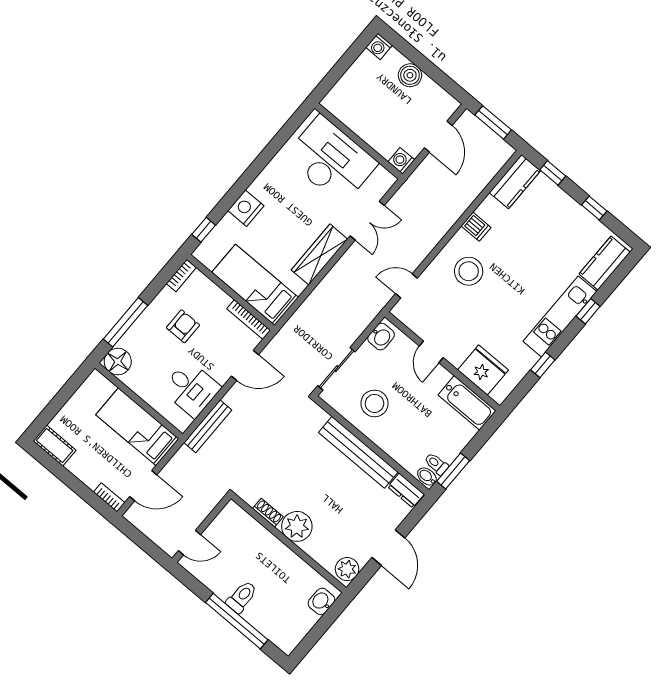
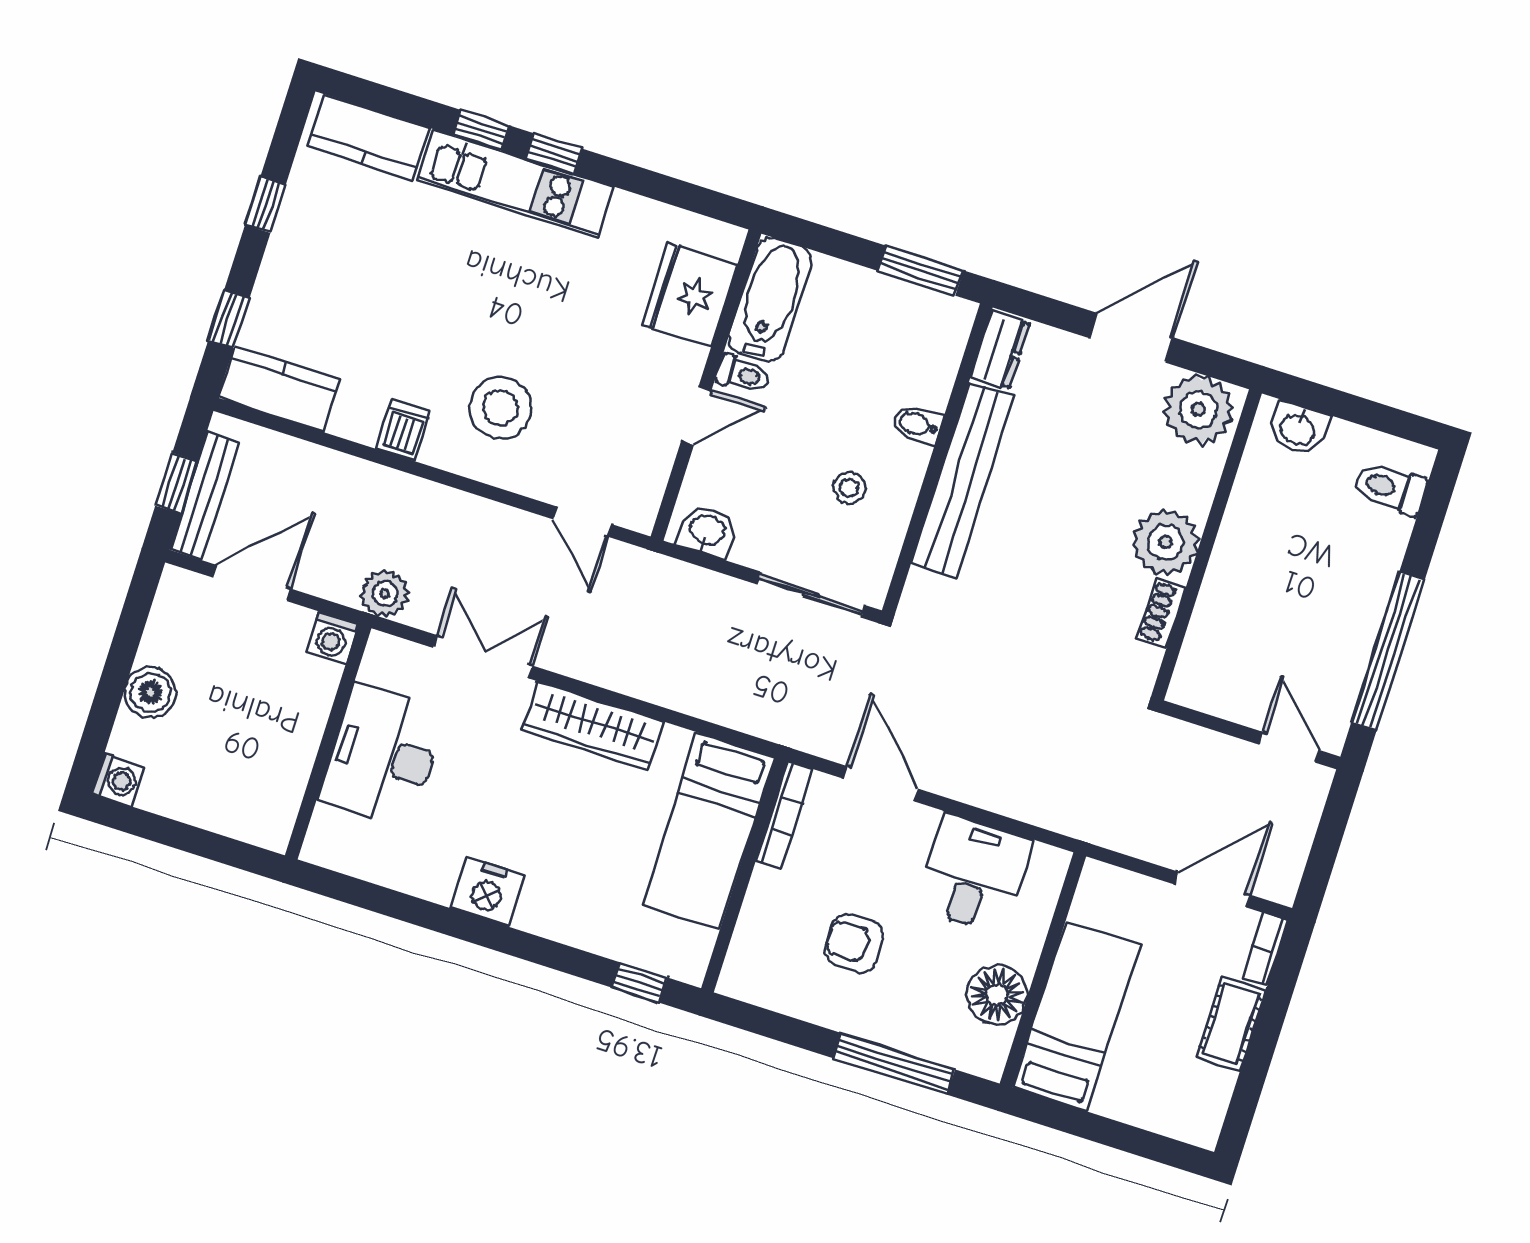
window: (493, 122) -> (176, 483), width x0.67
desk: (331, 160) -> (383, 755), width x0.73, depth x0.77
plant: (411, 191) -> (385, 594), added
nightstand: (246, 208) -> (488, 892), moved
bookcase: (181, 275) -> (752, 990), removed
floor lamp: (118, 362) -> (997, 995), moved
window: (543, 365) -> (554, 153), moved
stool: (374, 403) -> (849, 488), width x0.53, depth x0.53
bench: (208, 426) -> (205, 496), moved, turned 90
bed: (137, 427) -> (1076, 1016), moved, turned 180
cot: (55, 446) -> (1231, 1023), moved
toilet: (436, 464) -> (743, 374), moved, turned -90
bidet: (427, 477) -> (917, 424), moved, turned 90
door: (143, 486) -> (1212, 890), hinge flipped
plant: (347, 569) -> (1198, 410), width x1.36, depth x1.36
toilet: (242, 597) -> (1390, 488), moved
window: (237, 621) -> (1388, 651), moved

